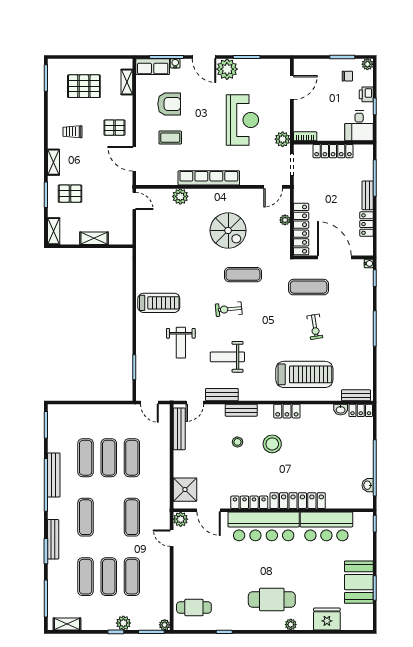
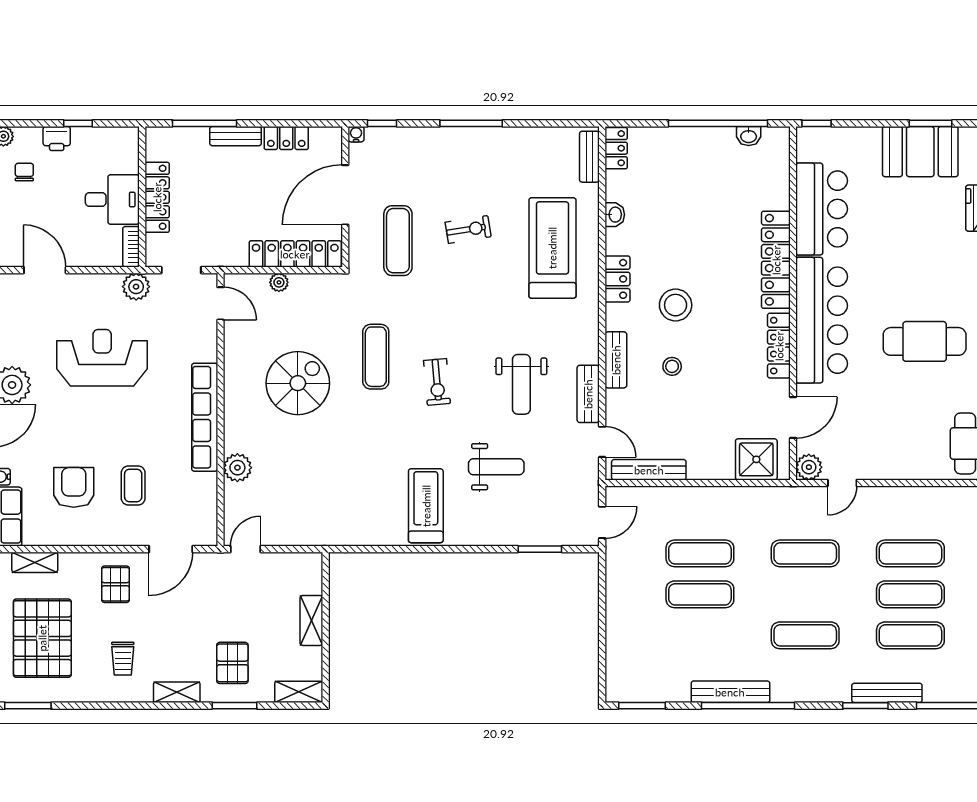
pallet: (84, 86) -> (42, 638), width x1.37, depth x1.41
desk: (359, 126) -> (112, 199), moved
washbasin: (341, 410) -> (615, 215), moved
exercise mat: (86, 458) -> (700, 635), removed
bench: (53, 539) -> (887, 693), moved
cafe table: (272, 599) -> (925, 341), moved, turned 90

